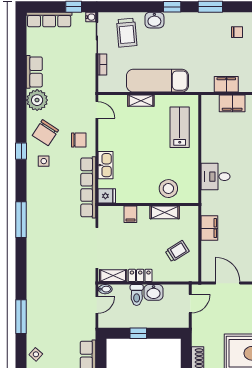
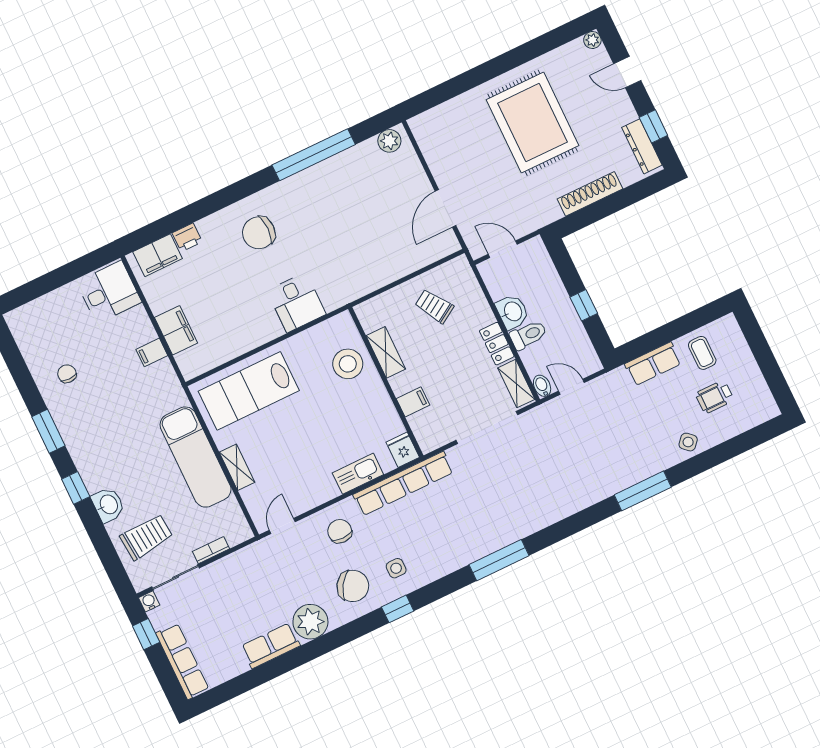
filing cabinet: (226, 84) -> (152, 352), width x0.50
lab bench: (180, 127) -> (249, 391), width x1.36, depth x1.39
filing cabinet: (209, 228) -> (377, 275), removed

